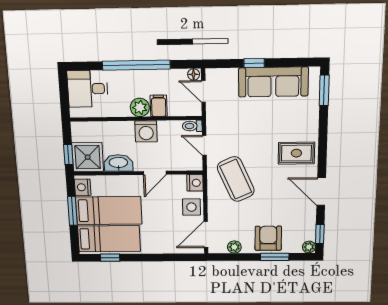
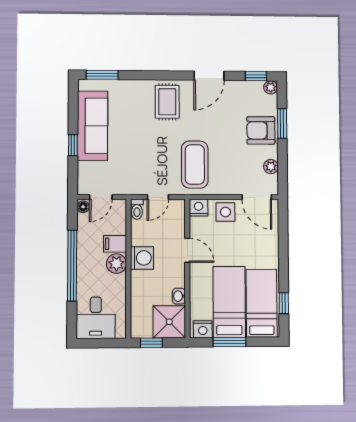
window: (68, 155) -> (151, 343), moved
washbasin: (118, 163) -> (179, 296), width x0.52, depth x0.69
coffee table: (236, 179) -> (195, 165), turned -66

